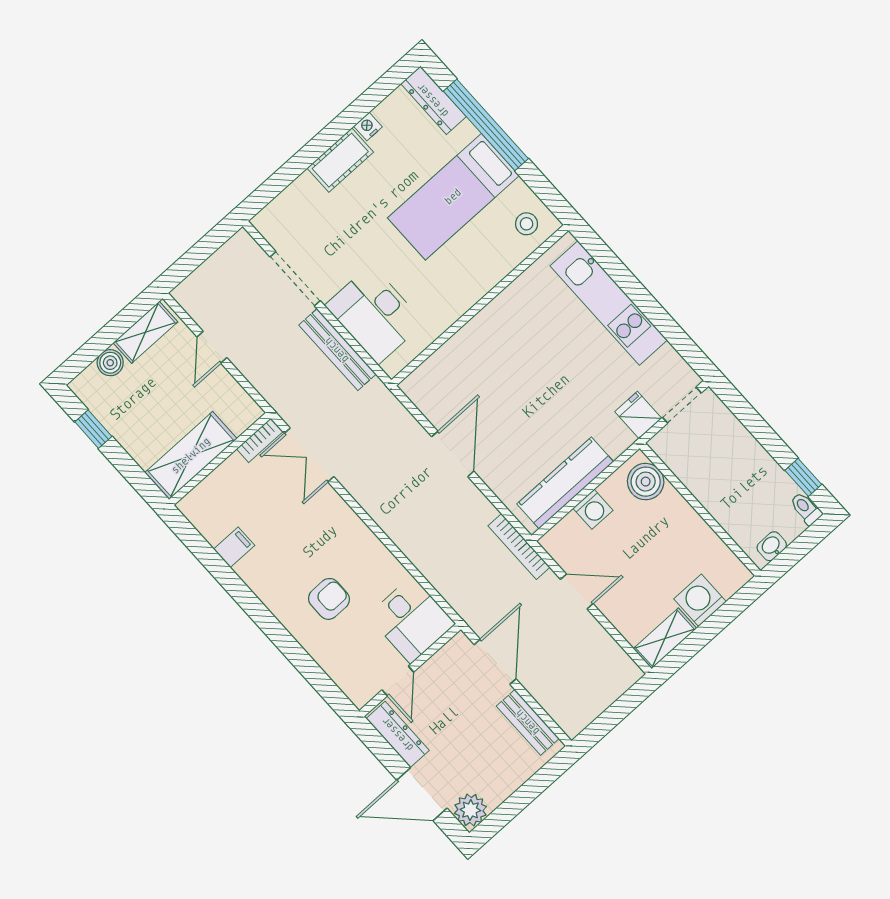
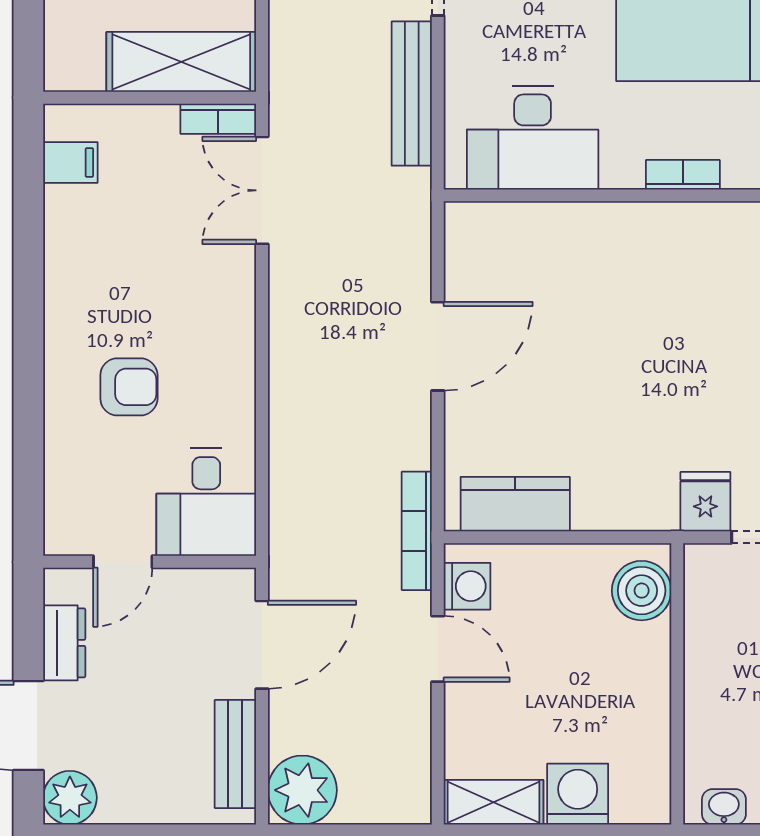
bookcase: (494, 275) -> (683, 175), added
desk: (374, 314) -> (533, 138), moved, turned -90
shelving: (191, 456) -> (181, 62), moved
kitchen counter: (565, 483) -> (515, 504), width x0.67
washing machine: (593, 509) -> (467, 586), moved, turned -90
filing cabinet: (234, 547) -> (70, 162), moved
plant: (573, 711) -> (302, 790), added
dresser: (398, 734) -> (64, 643), width x0.70

